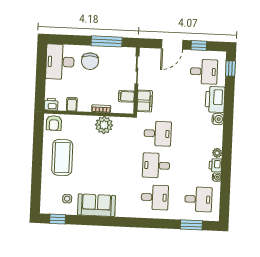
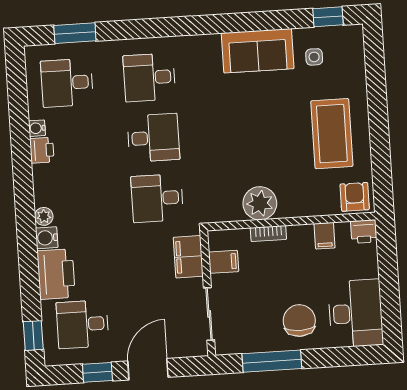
plant: (217, 153) -> (44, 216), moved

